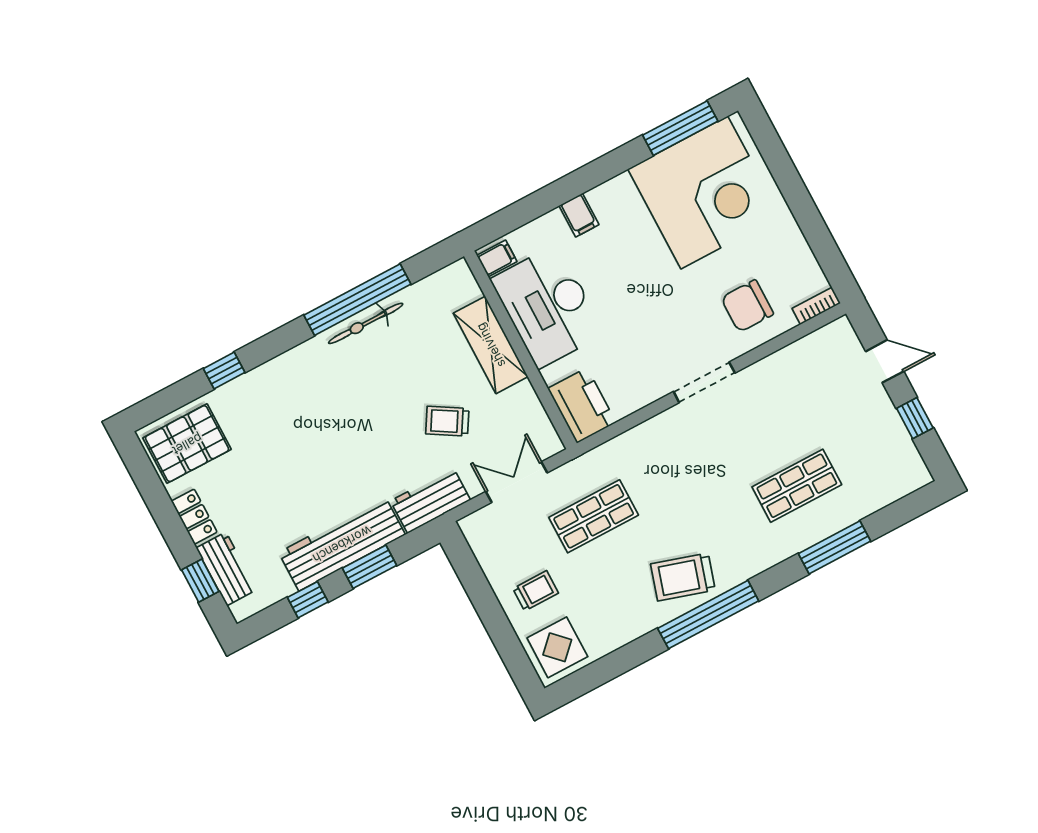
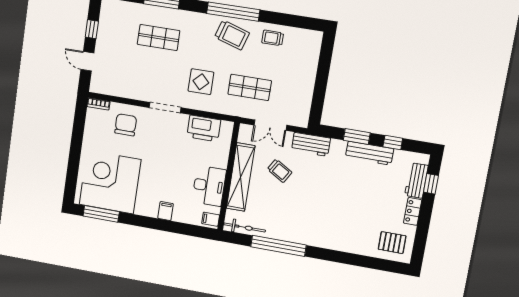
desk: (548, 306) -> (209, 186), width x0.73, depth x0.77
chair: (747, 306) -> (126, 125), turned -90
bicycle: (366, 323) -> (245, 227), moved
shelving: (491, 345) -> (241, 177), width x1.47
window: (224, 371) -> (354, 260), removed
printer: (582, 405) -> (204, 128), moved, turned -90
pallet: (187, 444) -> (392, 243), width x0.67, depth x0.71
workbench: (342, 544) -> (369, 153), width x0.73, depth x0.76
trolley: (536, 591) -> (273, 38), moved
display table: (557, 647) -> (201, 82), moved

